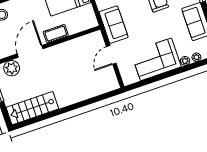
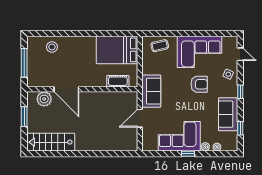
cot: (56, 34) -> (118, 81), moved
door: (30, 51) -> (66, 89), swing flipped
window: (170, 74) -> (188, 154), added

